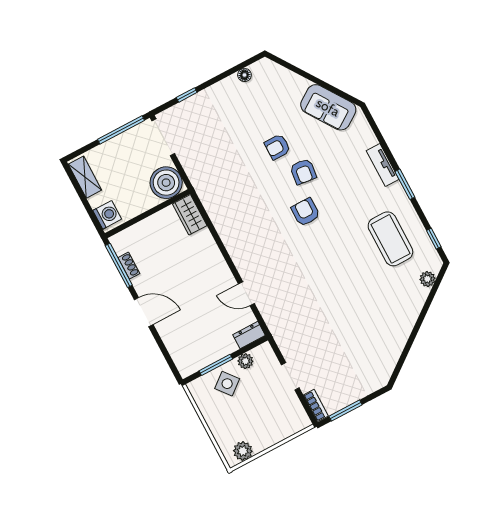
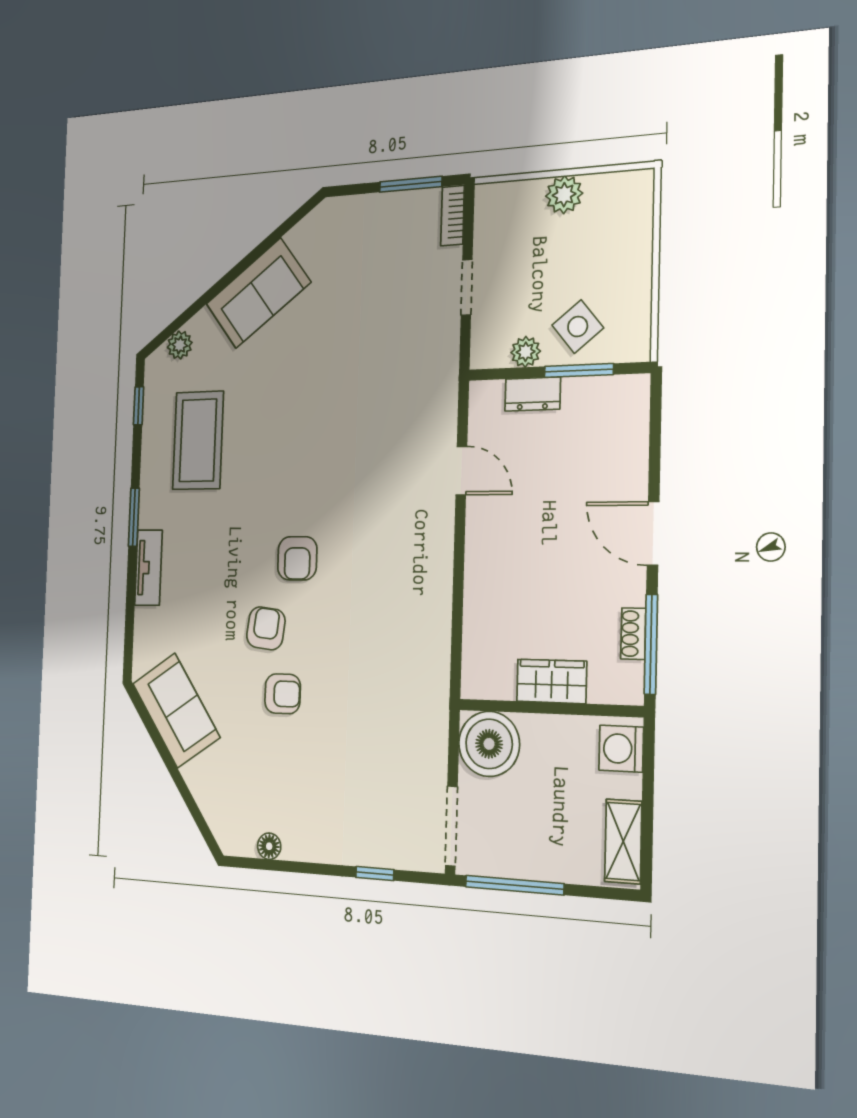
wardrobe: (190, 215) -> (552, 681), moved, turned -90
sofa: (398, 324) -> (258, 293), added
dresser: (249, 335) -> (533, 394), moved
plant: (243, 451) -> (564, 195), moved

